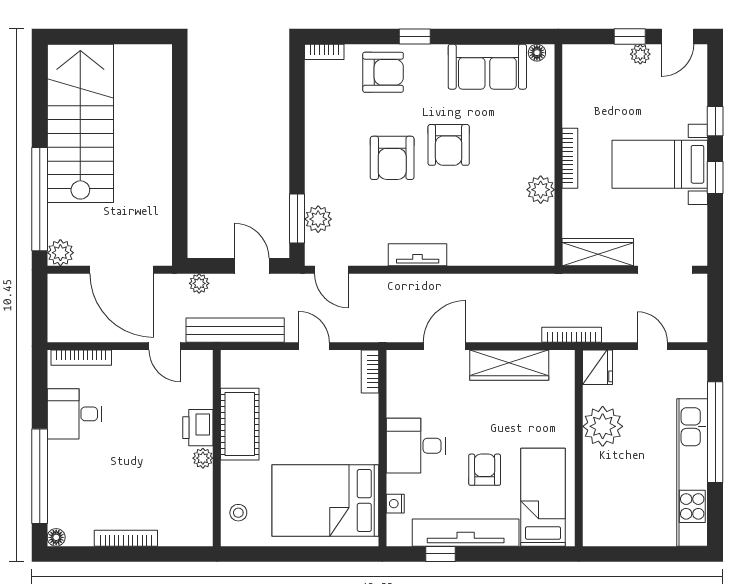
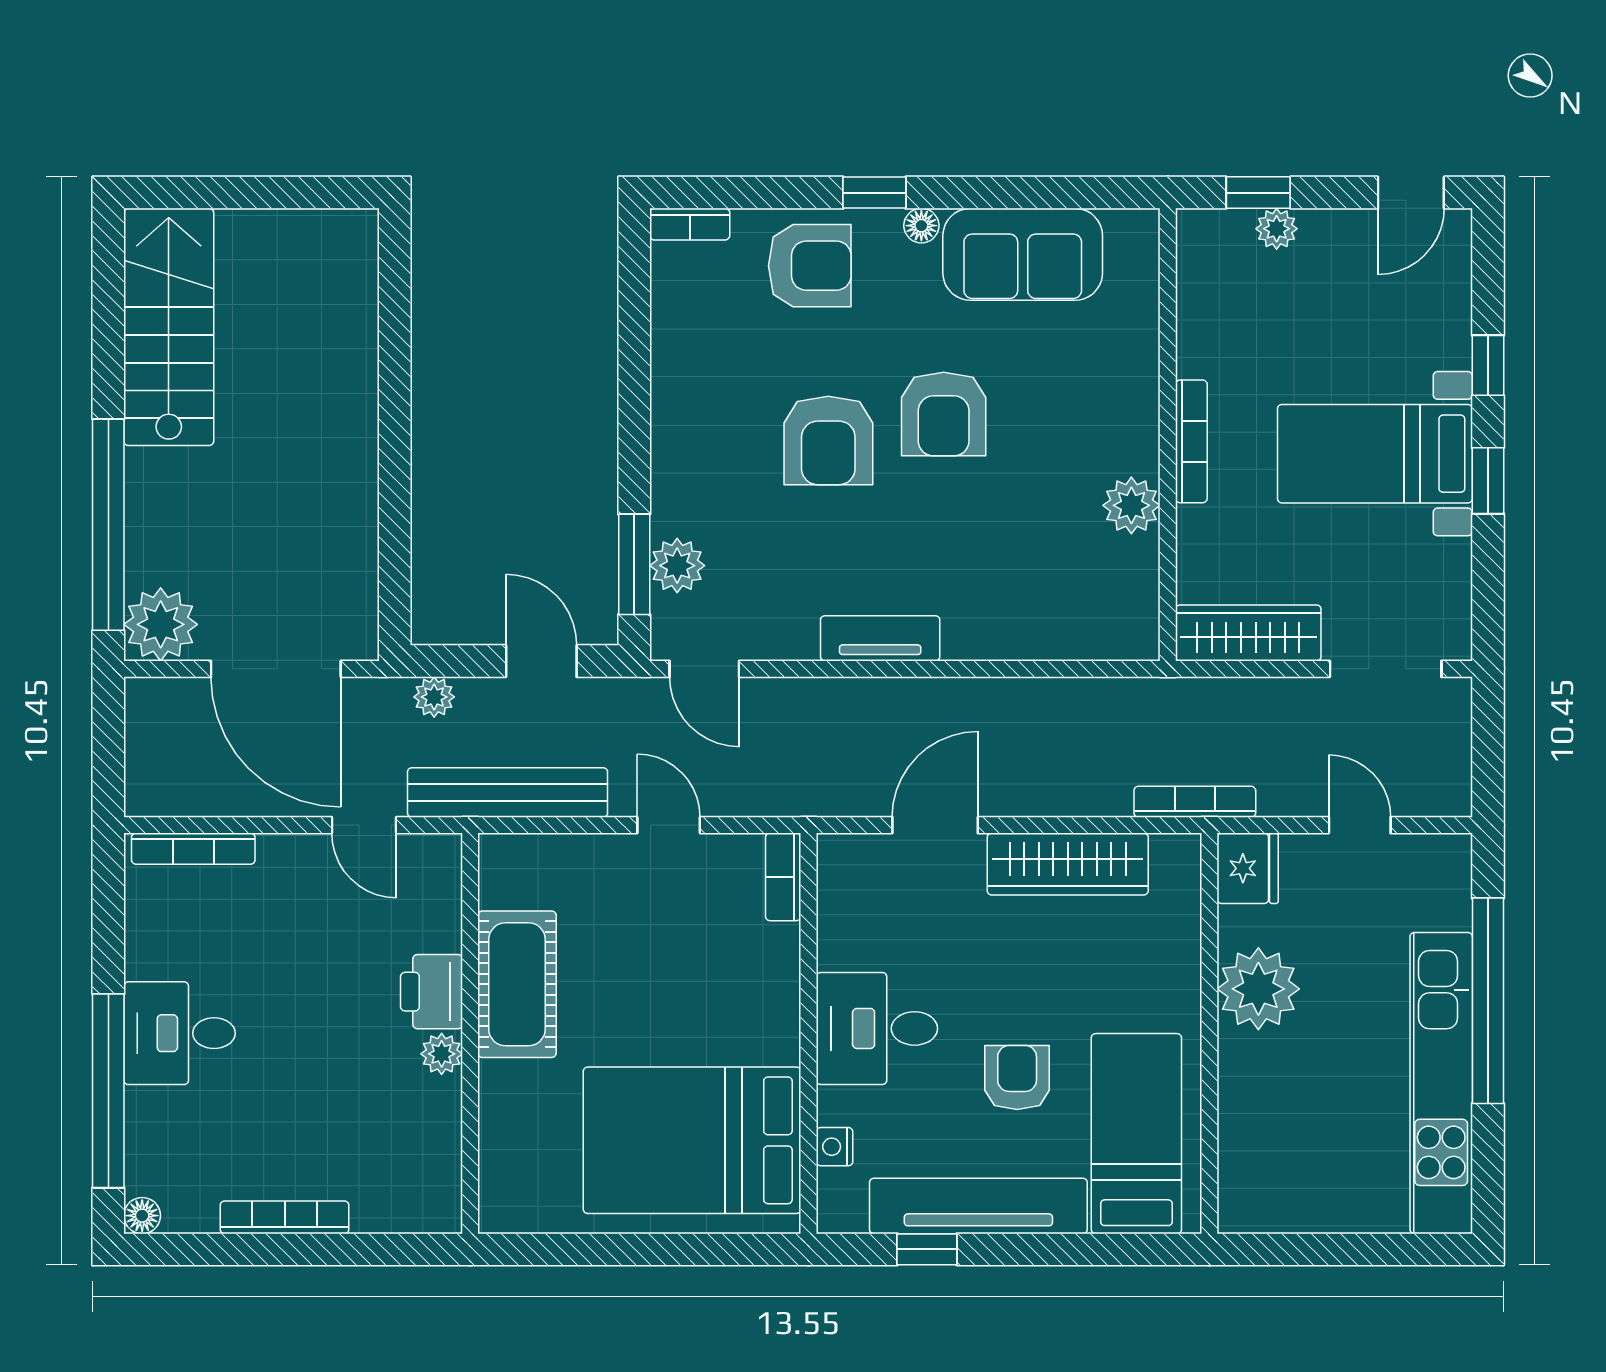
window: (630, 36) -> (1258, 193), moved
floor lamp: (537, 53) -> (921, 226), moved
plant: (640, 54) -> (1277, 229), moved
stairs: (80, 123) -> (169, 327), width x0.73, depth x0.66
plant: (60, 253) -> (161, 624), width x1.36, depth x1.36
desk: (74, 414) -> (180, 1033), moved
stool: (238, 513) -> (514, 1165), removed

